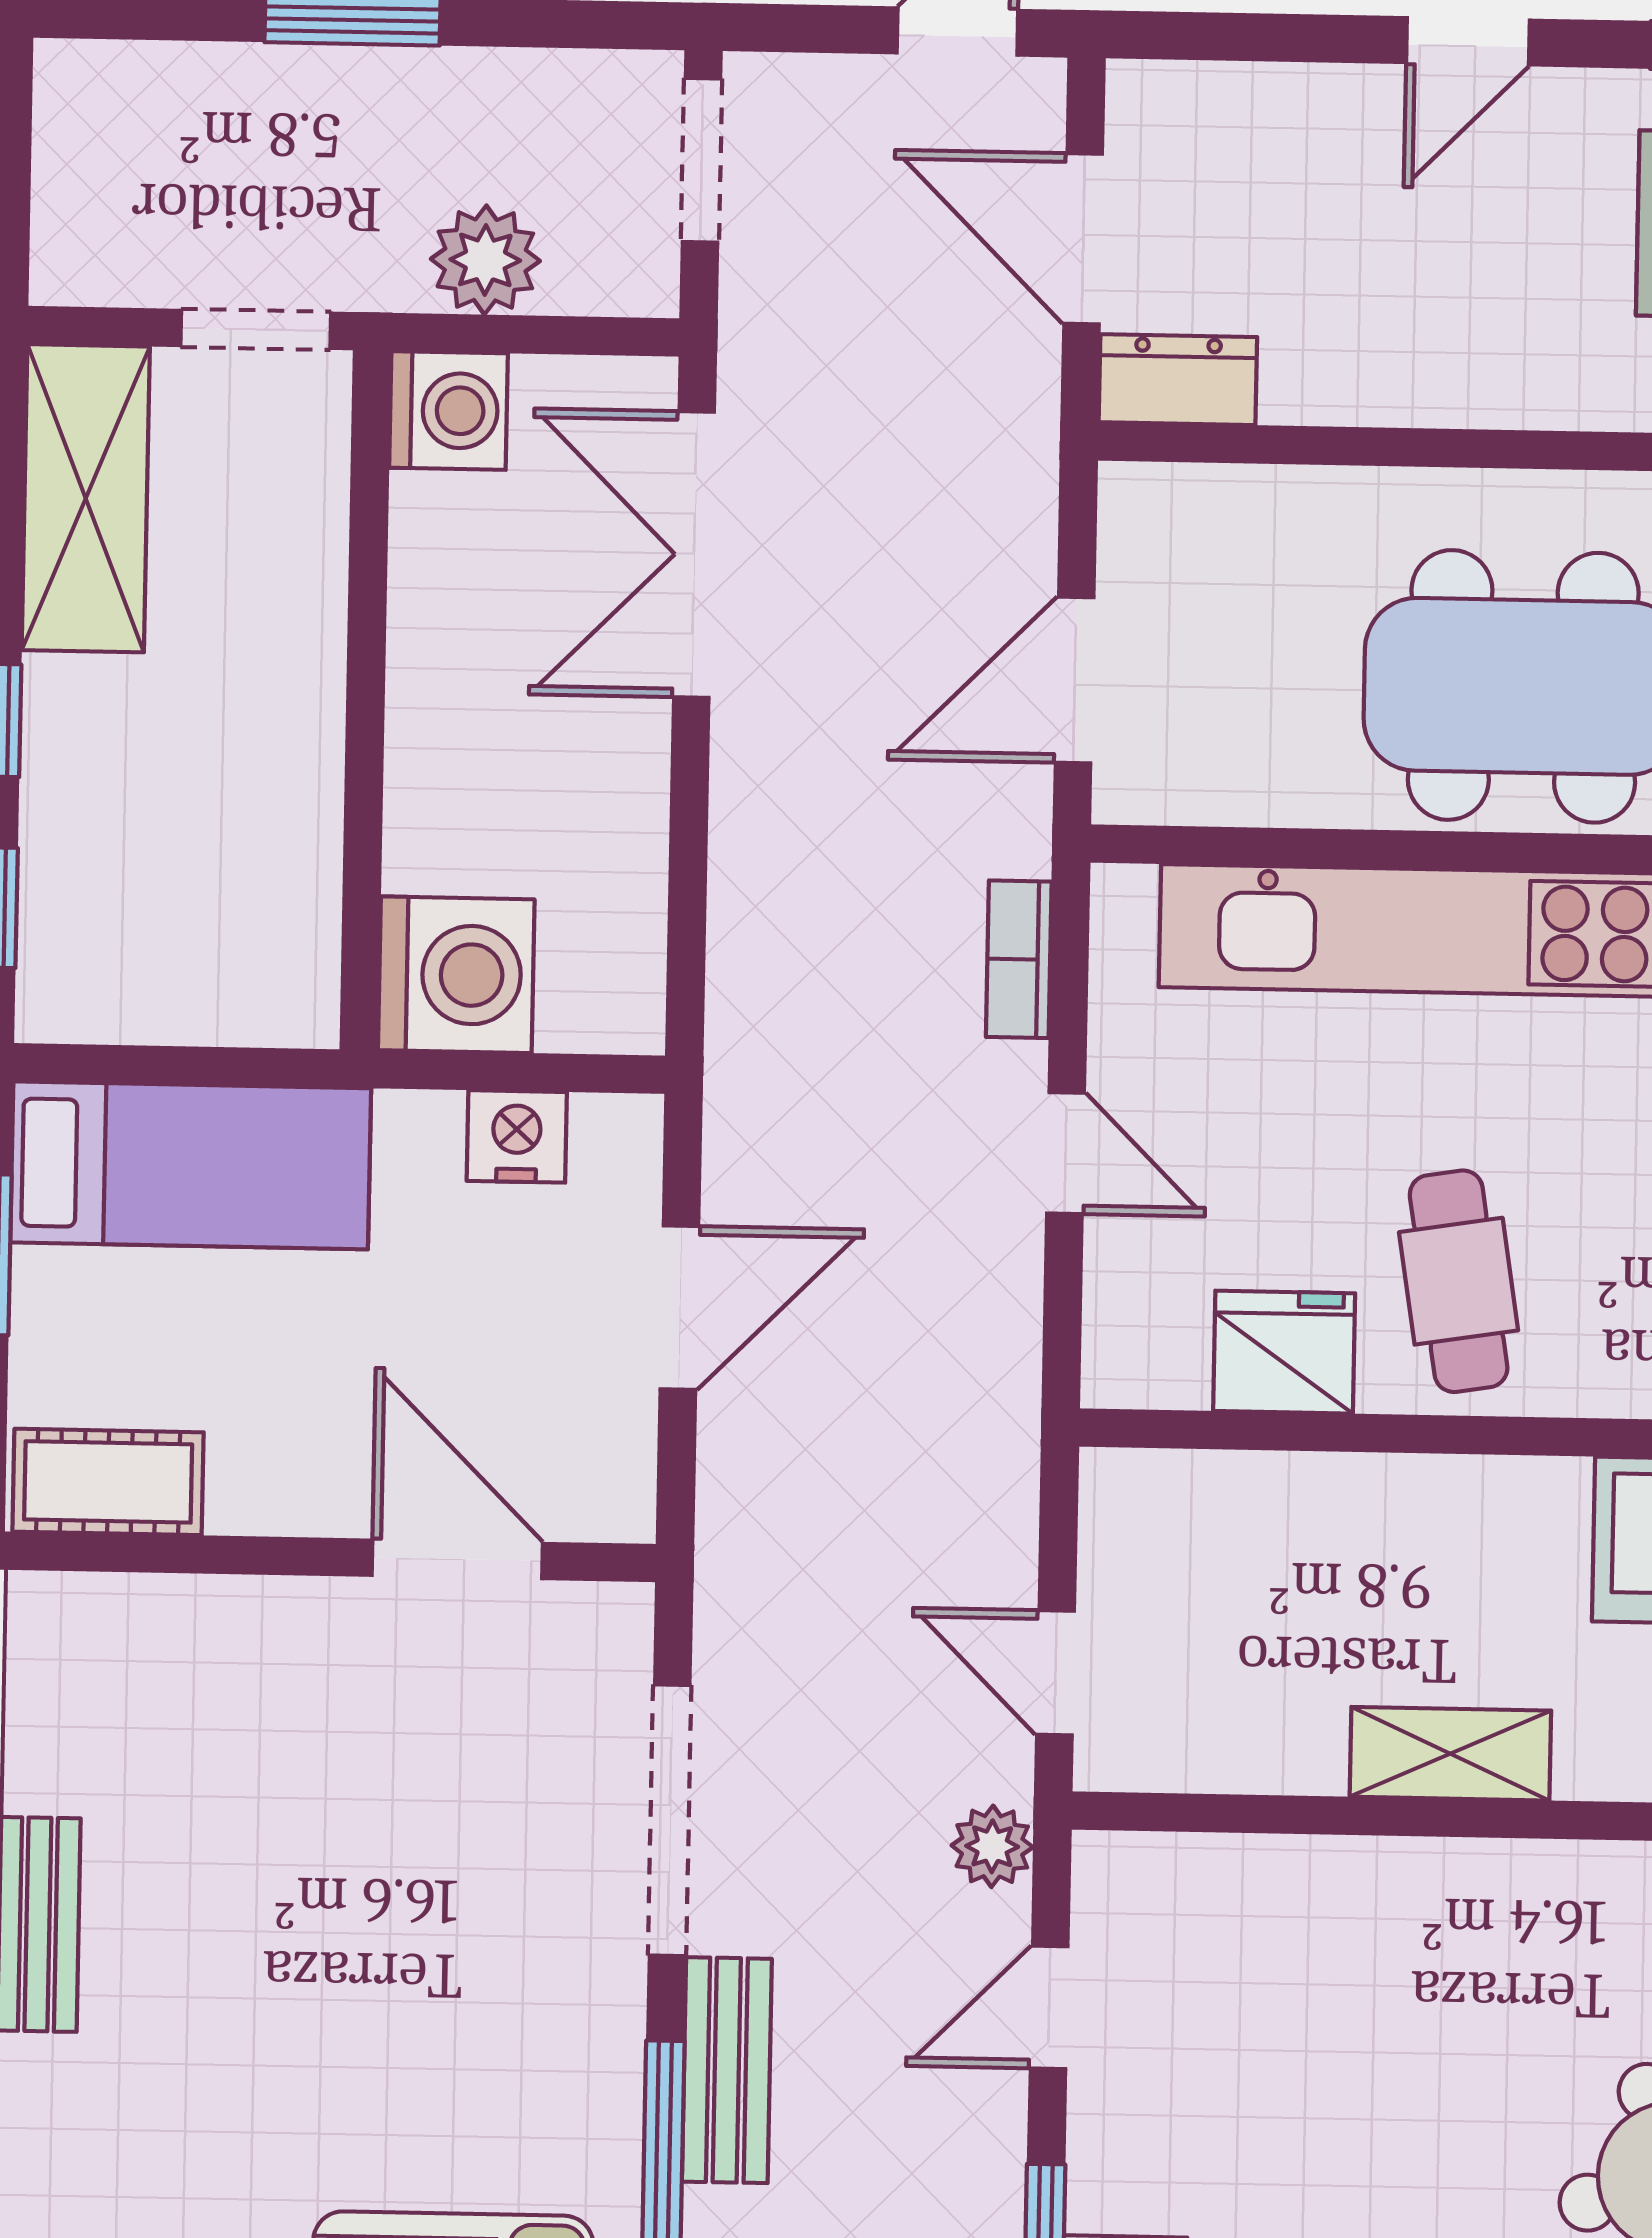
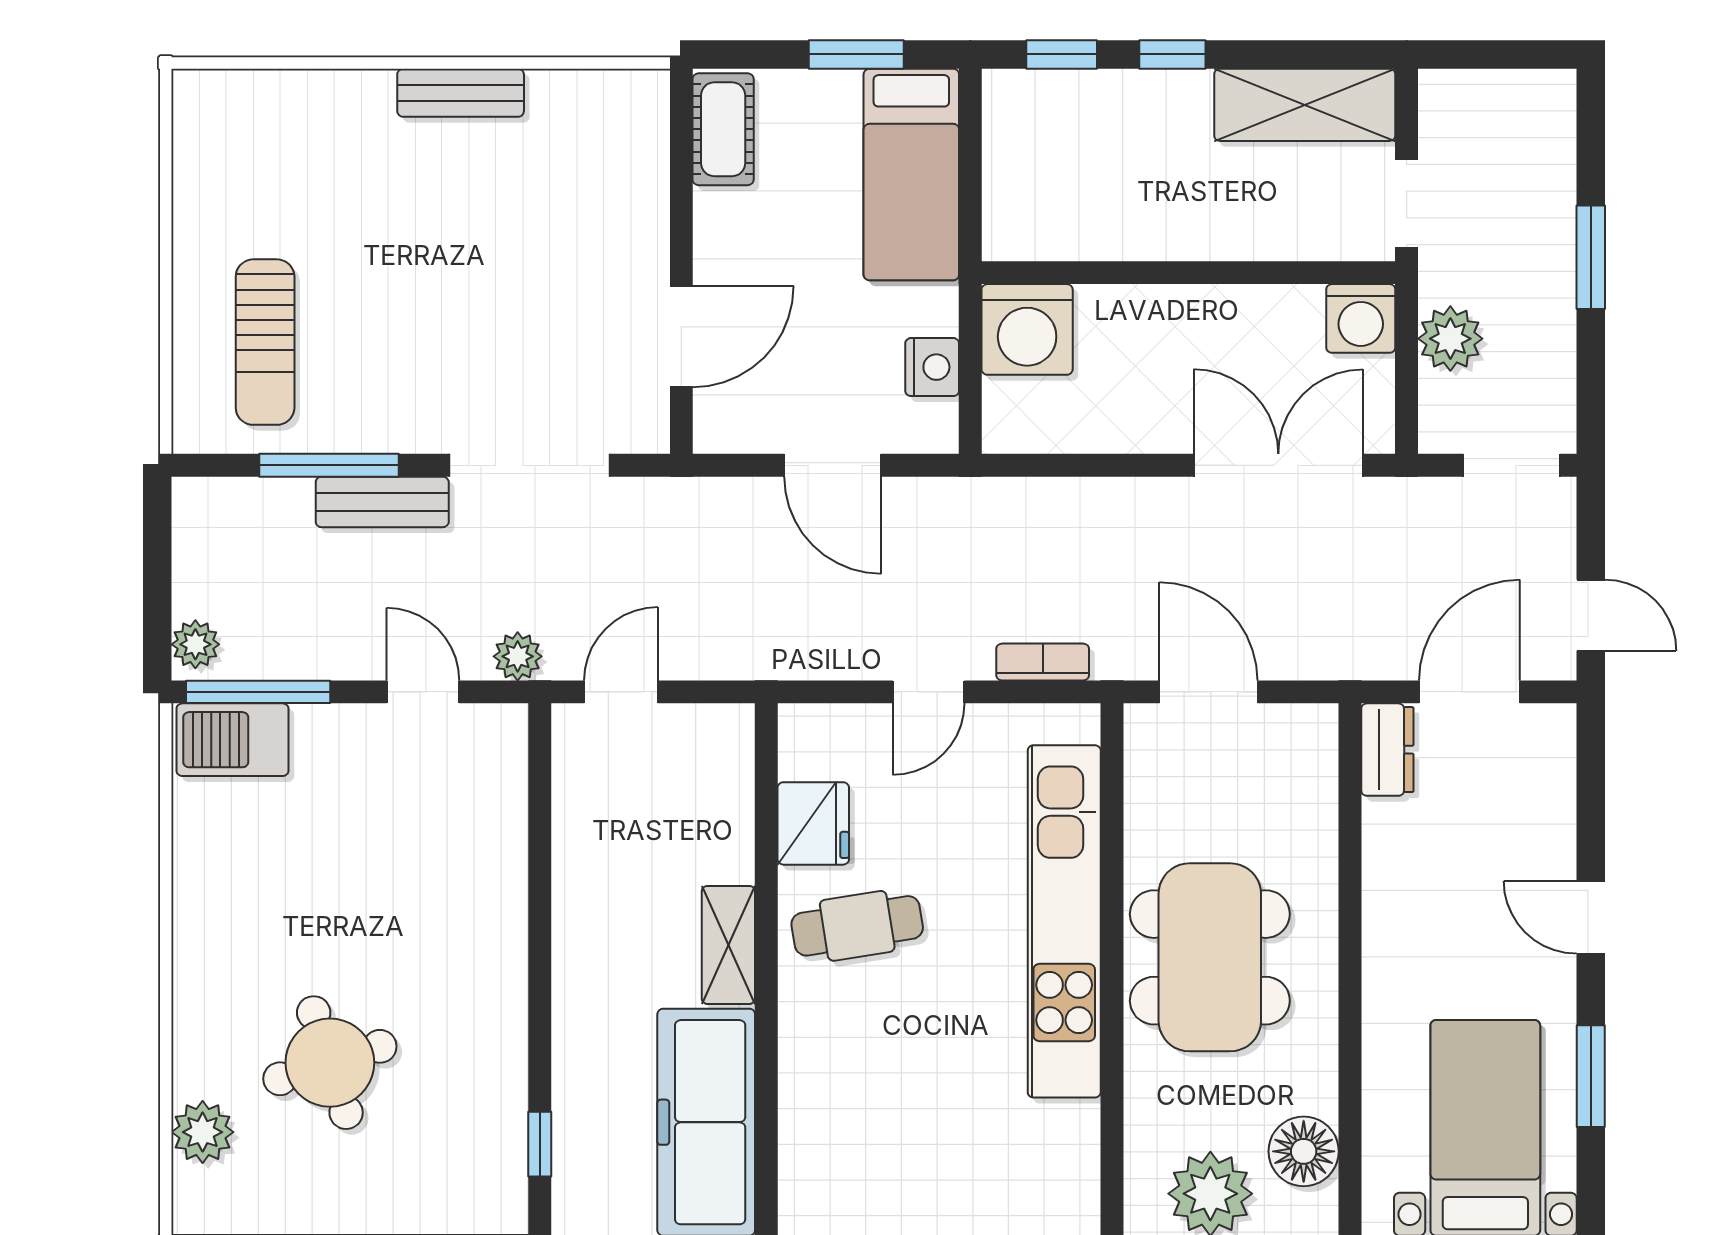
shelving: (1450, 1754) -> (728, 945), moved

